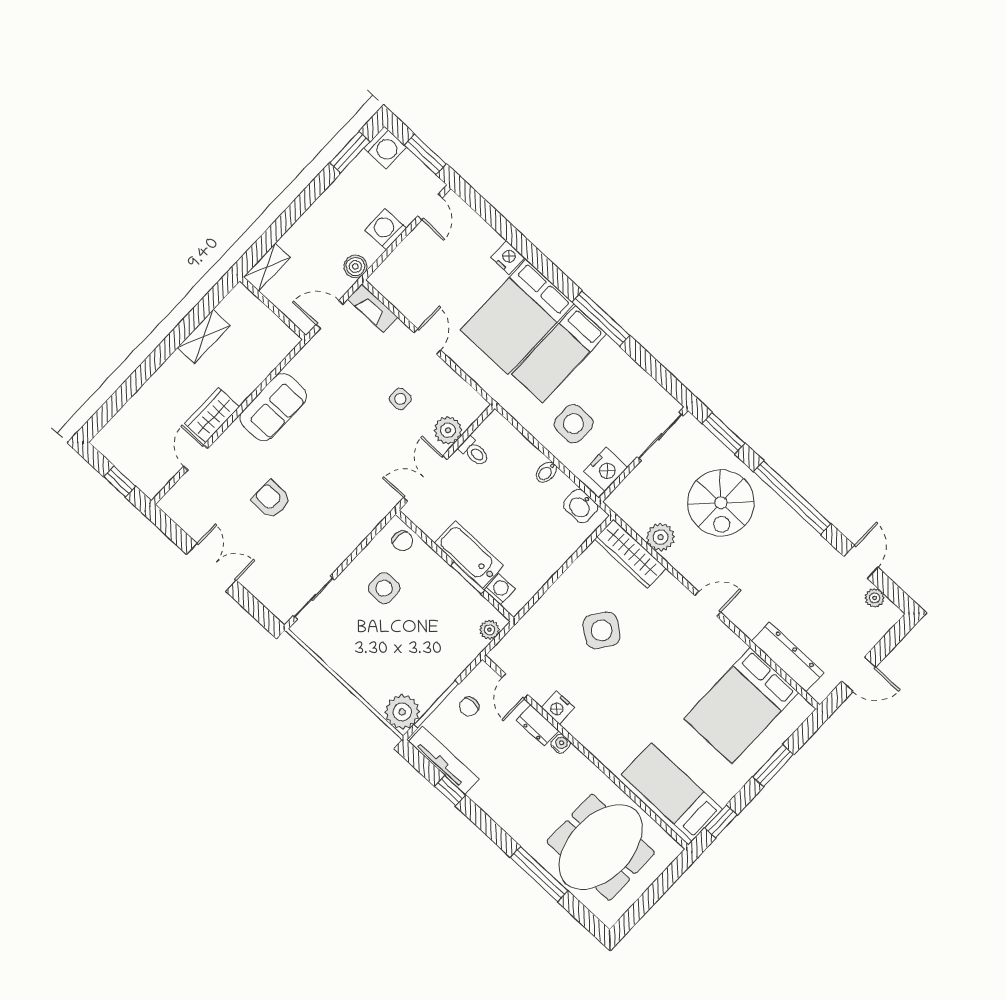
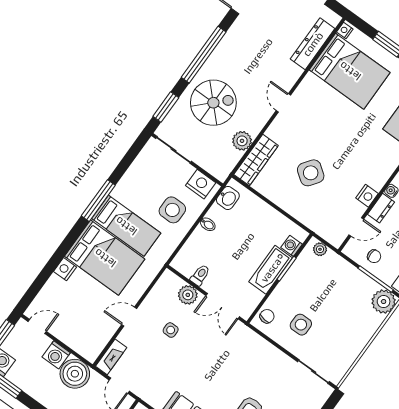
boiler: (355, 266) -> (75, 374), width x1.86, depth x1.86
nightstand: (801, 706) -> (345, 30), added

